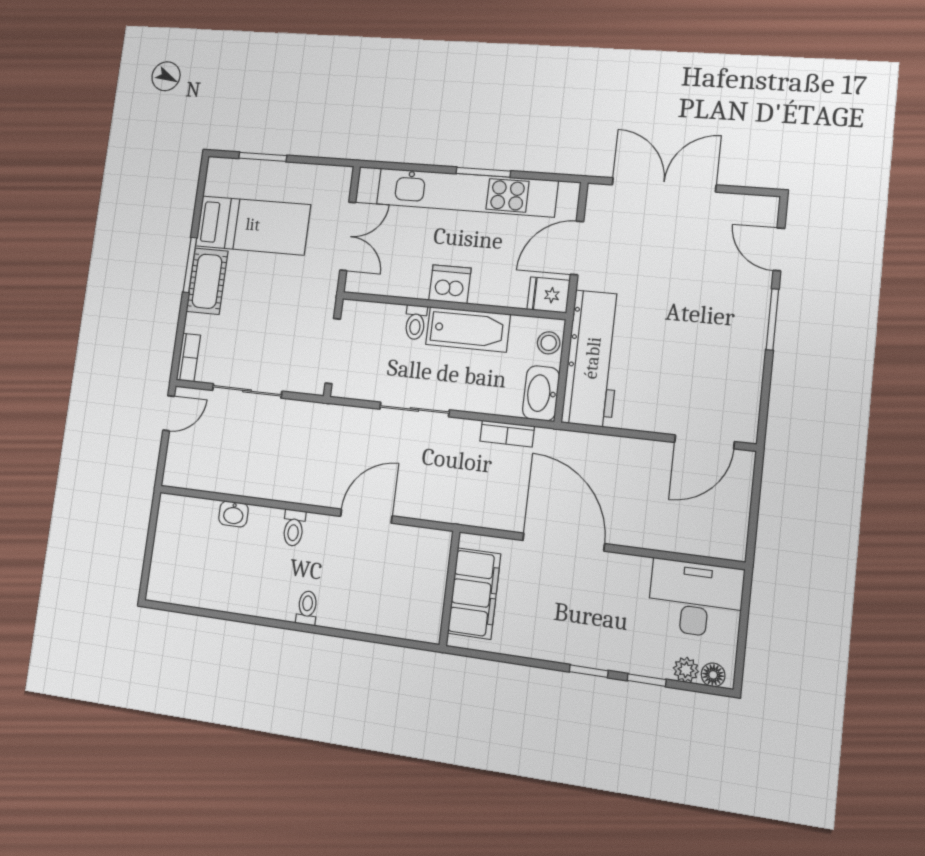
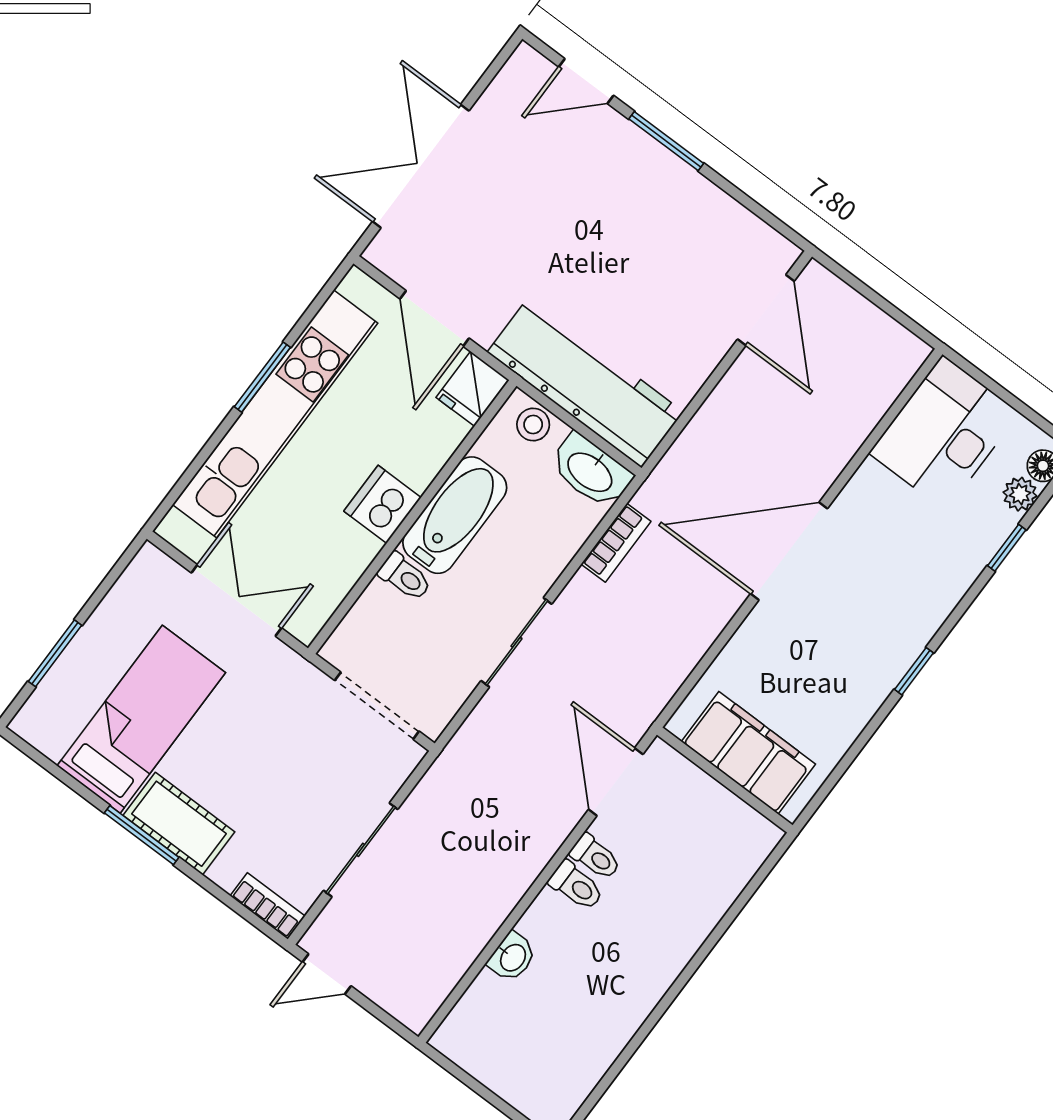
door: (169, 413) -> (327, 974), swing flipped
wall: (450, 588) -> (725, 780), moved
filing cabinet: (474, 593) -> (748, 753), moved
toilet: (307, 608) -> (595, 857), moved, turned 180
window: (589, 671) -> (914, 671), moved

